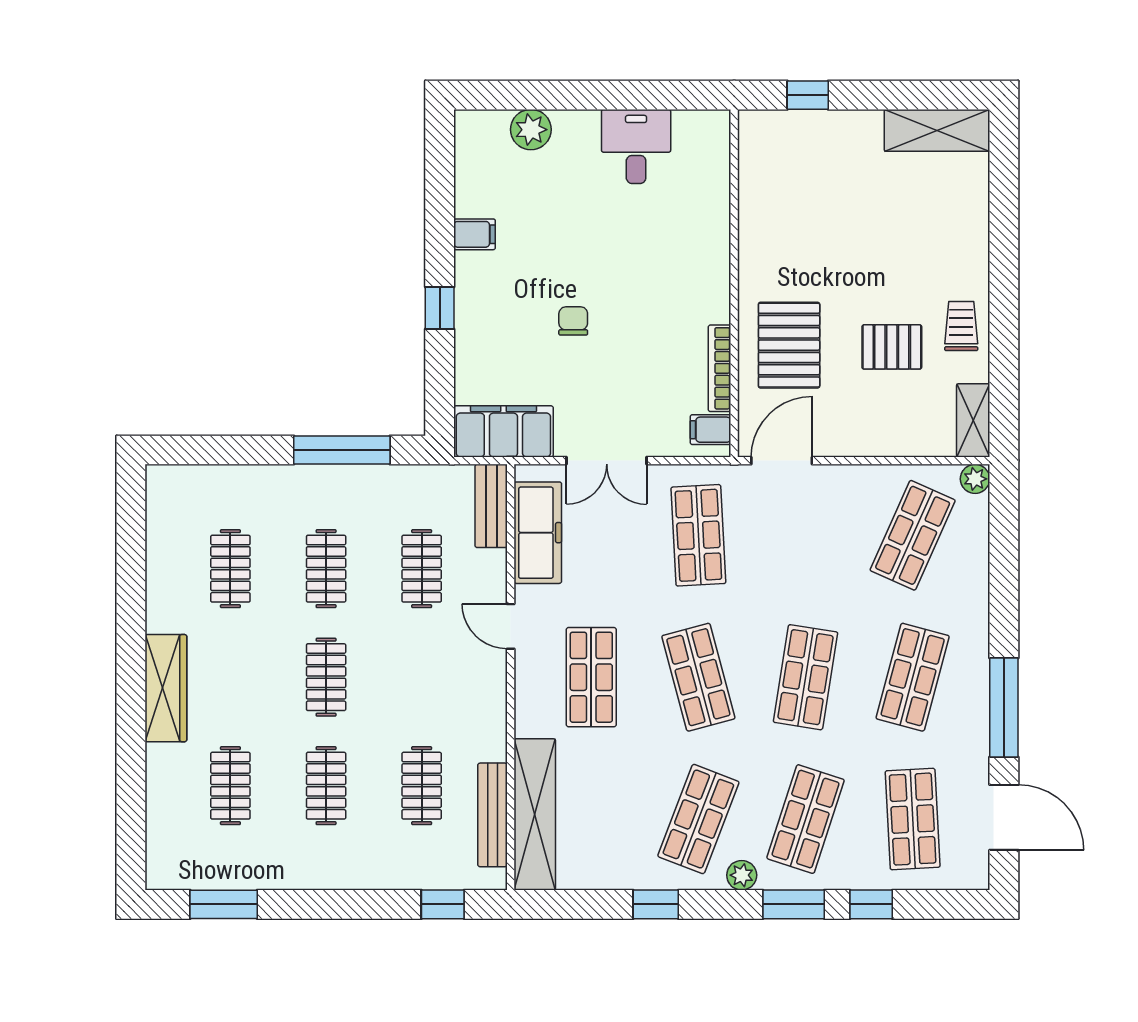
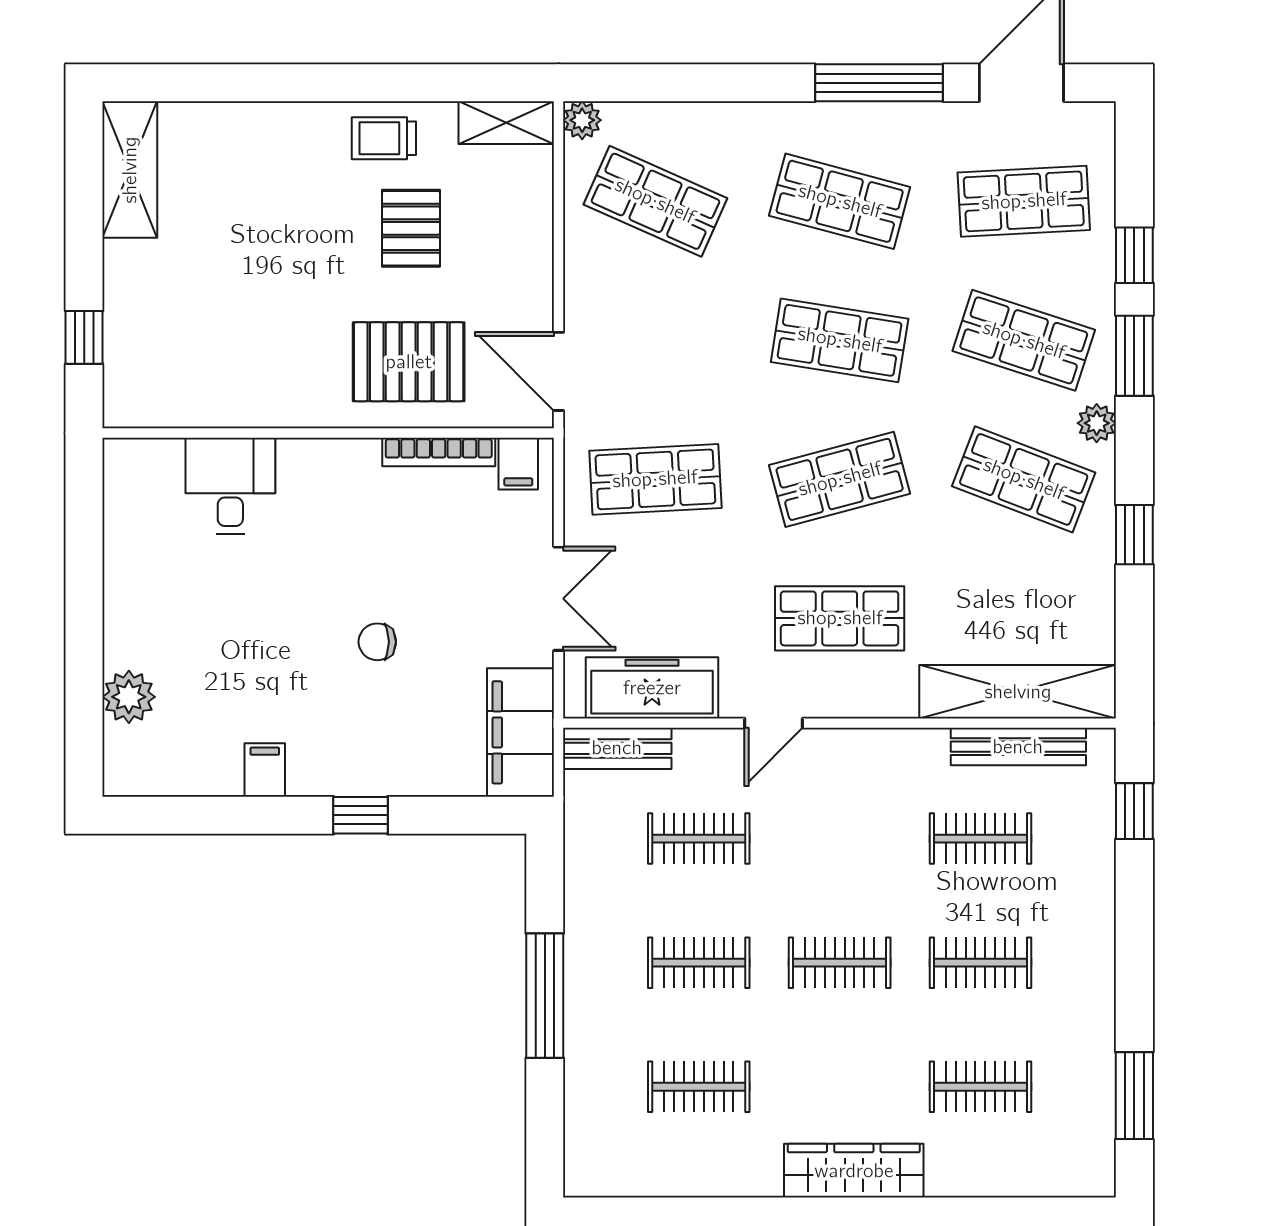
desk: (636, 146) -> (230, 486), moved, turned 90
window: (342, 450) -> (545, 996), moved

